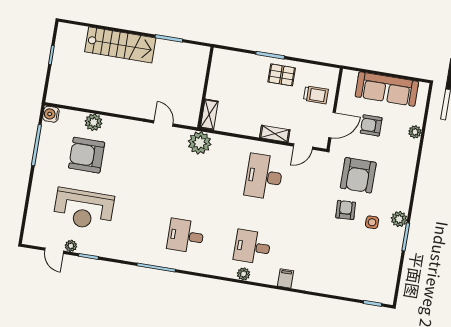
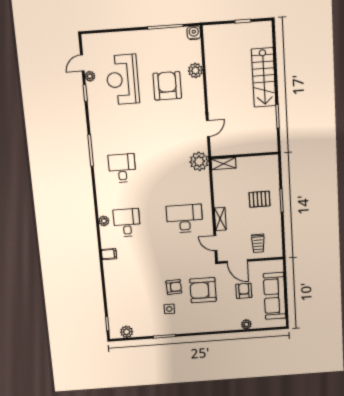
pallet: (282, 75) -> (259, 199), moved, turned 90
armchair: (87, 155) -> (167, 86), moved
plant: (399, 219) -> (127, 332), moved

